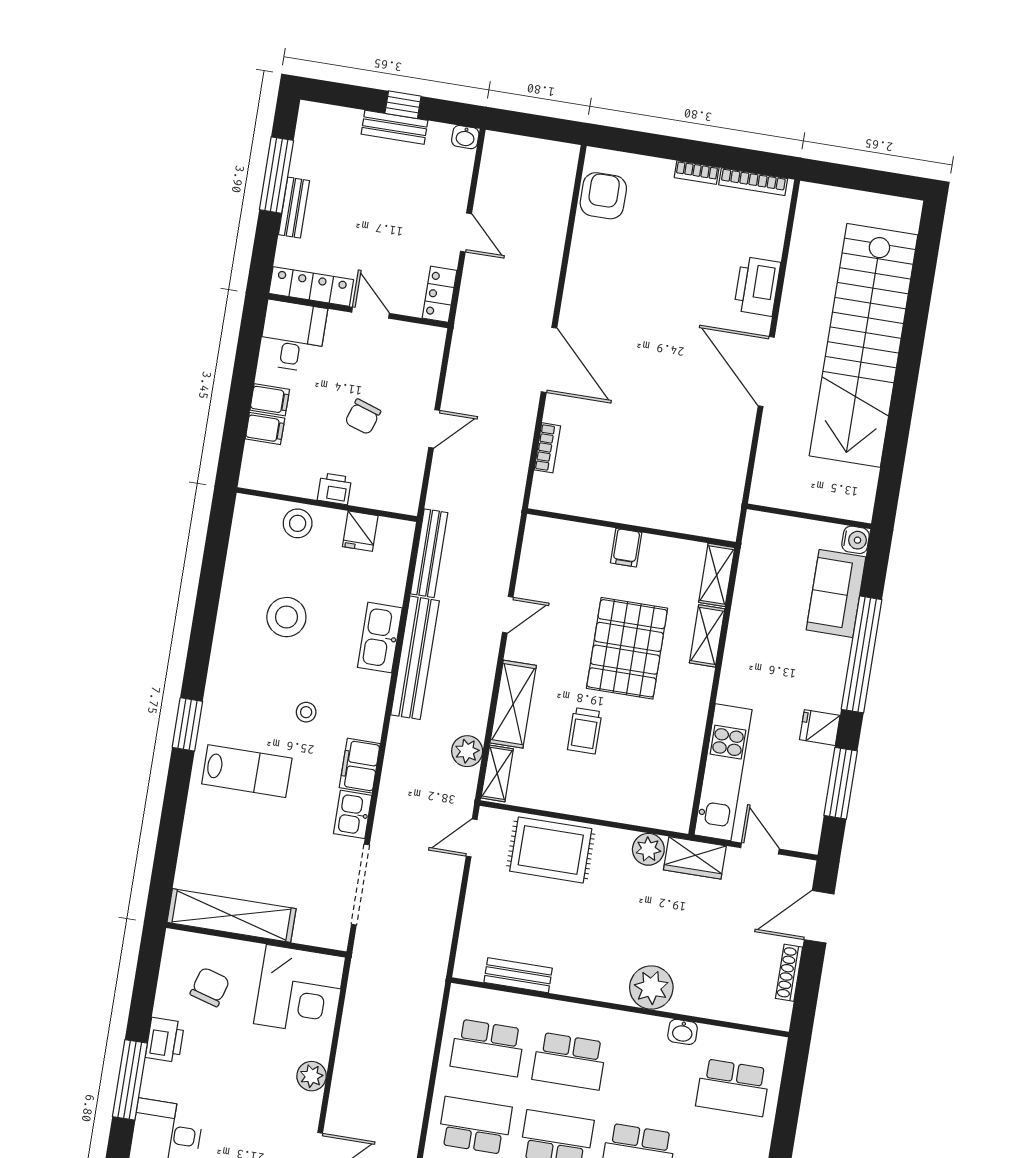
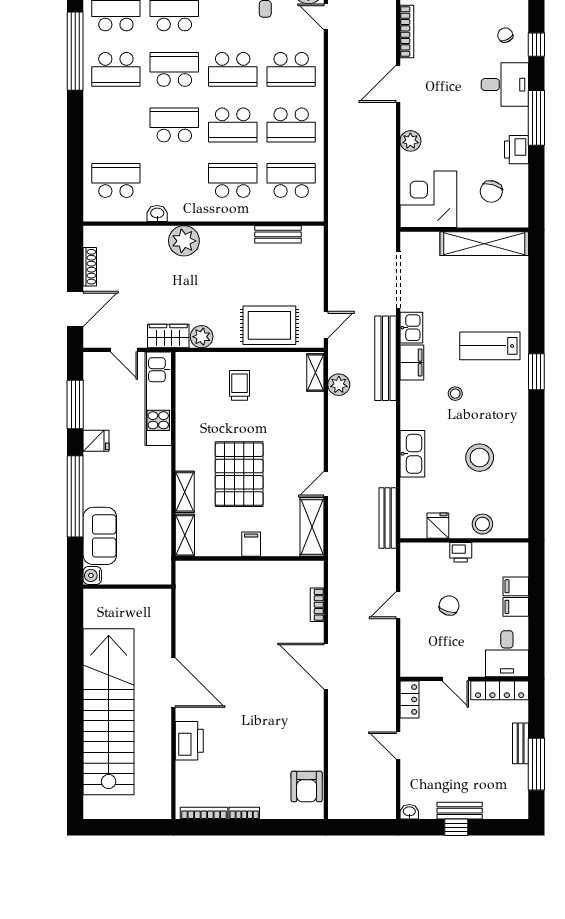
bench: (415, 658) -> (386, 358), moved
shelving: (513, 704) -> (312, 527), moved
trolley: (585, 731) -> (240, 385), moved

